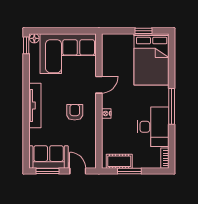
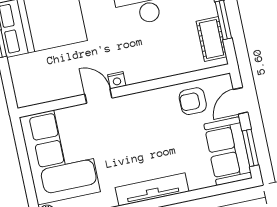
armchair: (75, 112) -> (193, 101), moved
nightstand: (106, 113) -> (117, 80), moved

